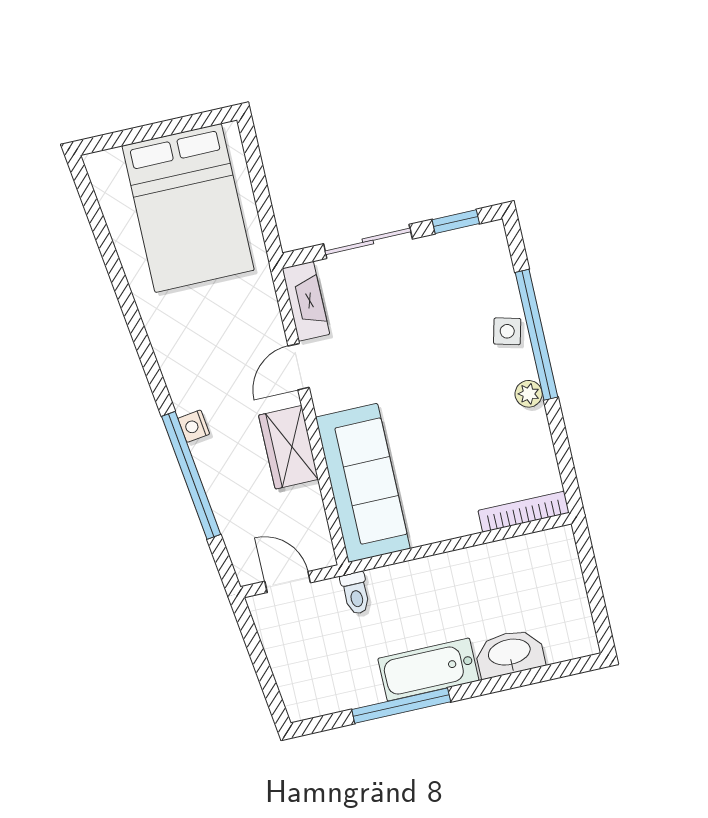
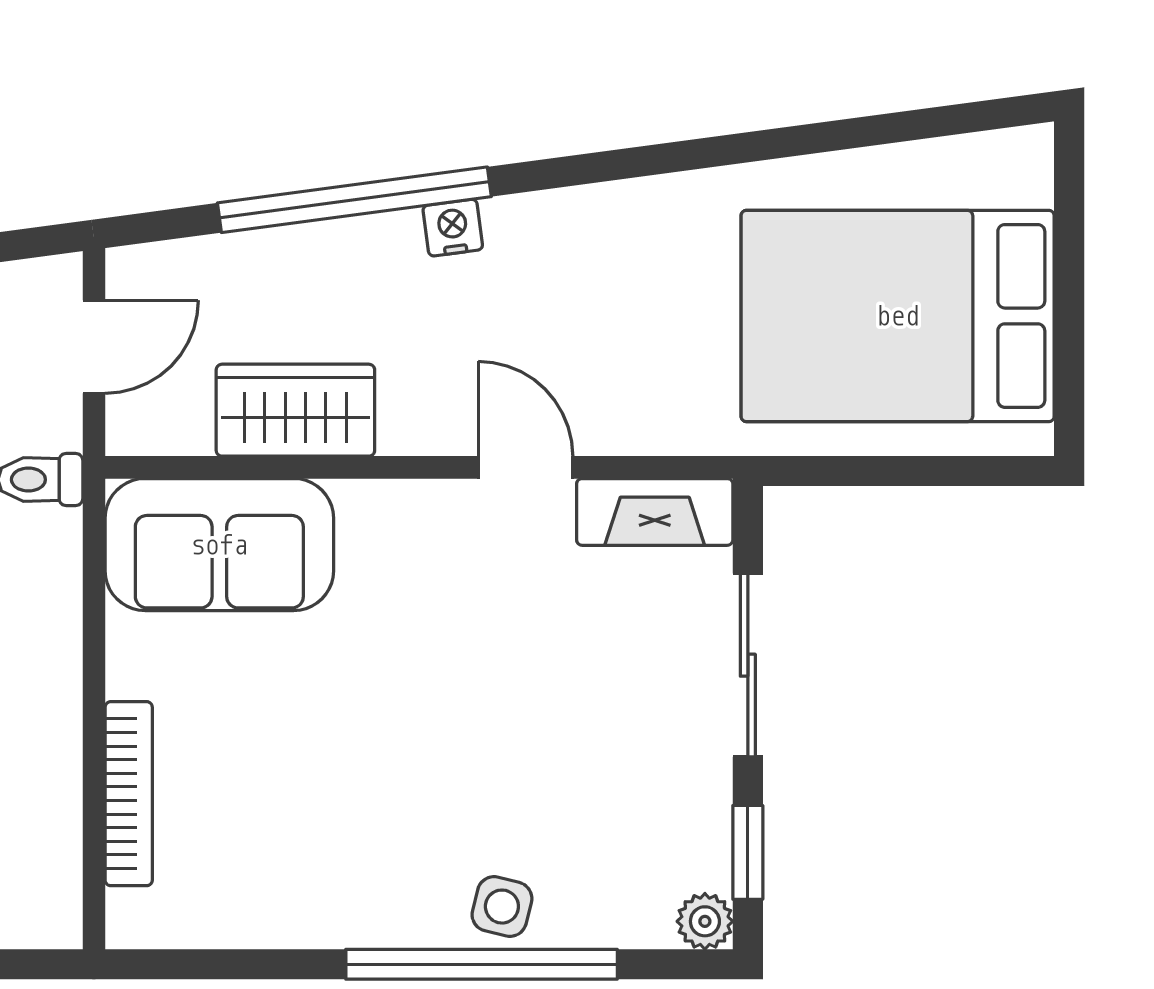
plant: (529, 394) -> (705, 921), moved
wardrobe: (289, 447) -> (295, 410), moved
sofa: (363, 483) -> (219, 545), width x0.73
bookcase: (524, 512) -> (129, 794), moved

